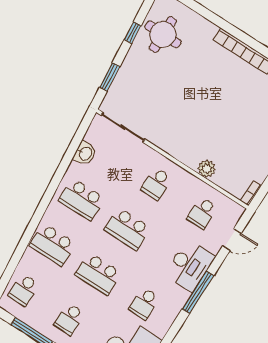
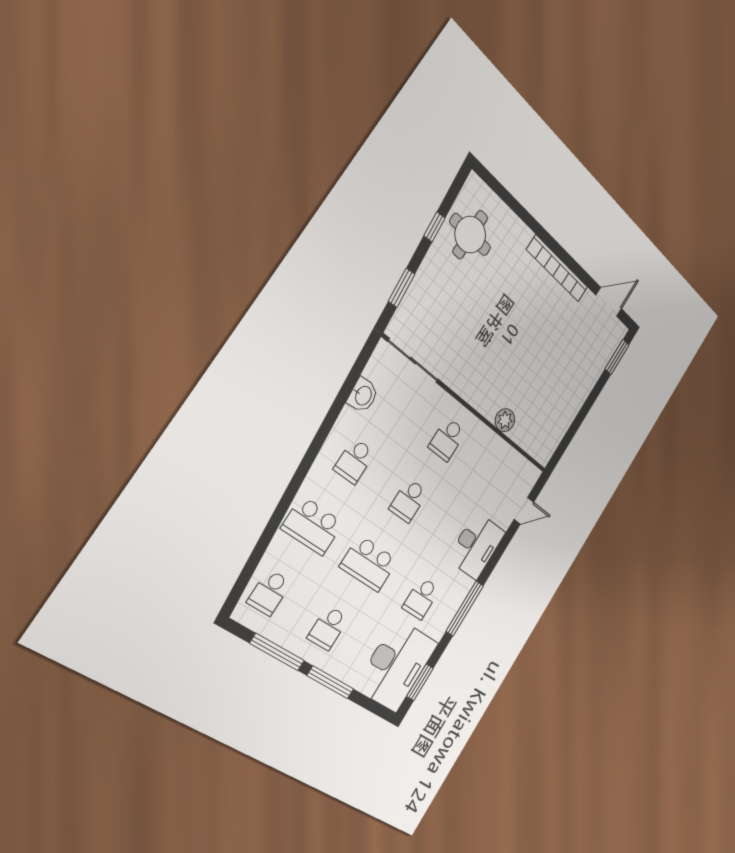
bookcase: (251, 193) -> (549, 452), removed
school desk: (82, 200) -> (354, 461), width x0.54
school desk: (202, 213) -> (495, 478), removed
school desk: (127, 229) -> (409, 501), width x0.54
window: (198, 292) -> (465, 608), moved

